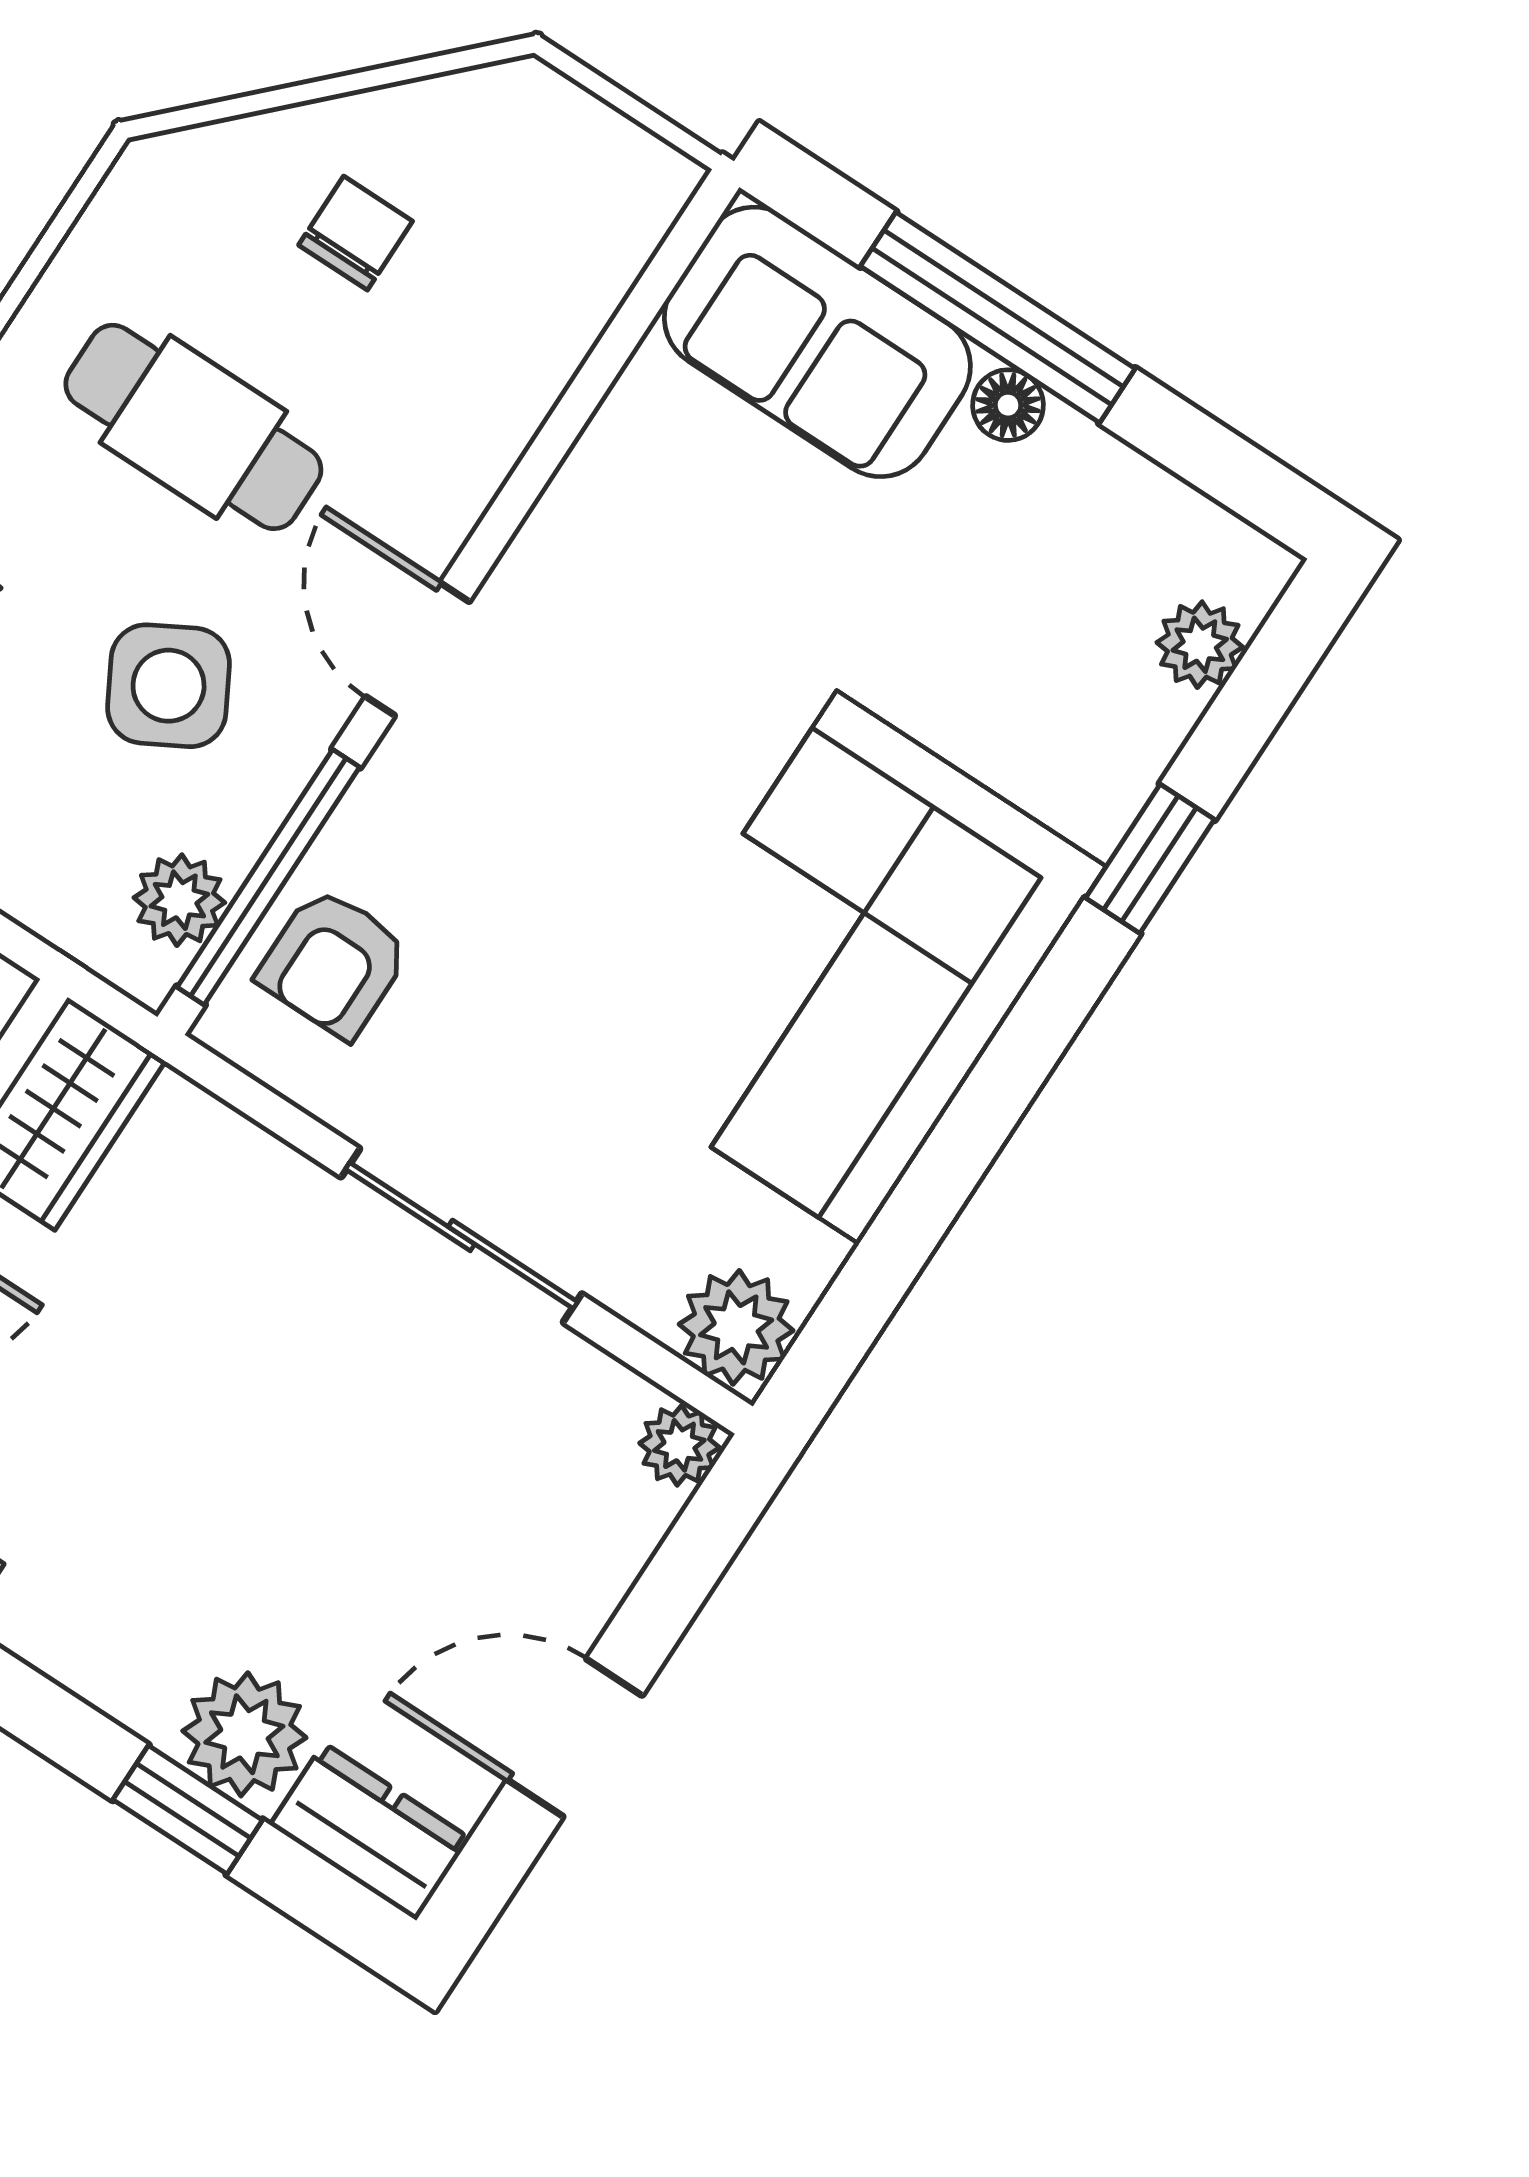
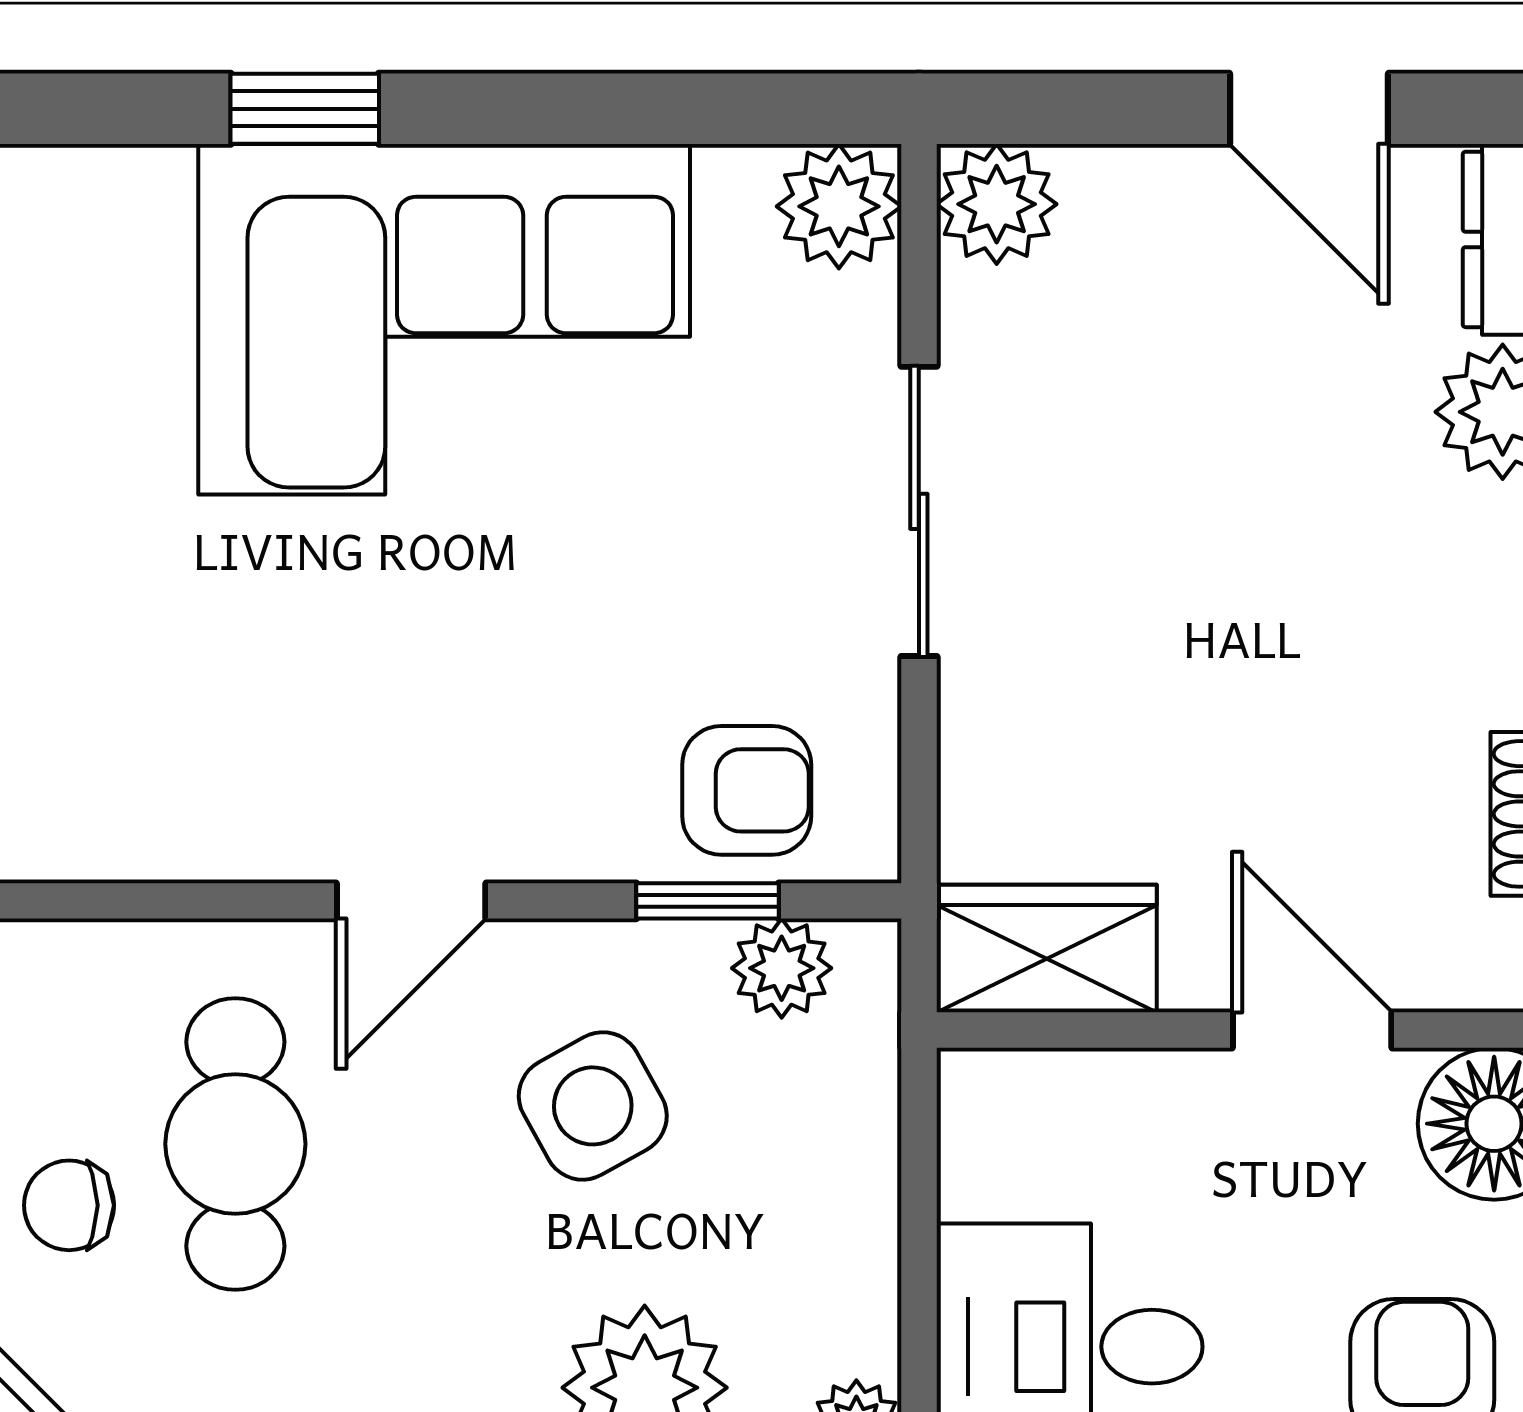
cafe table: (193, 427) -> (235, 1144), moved
window: (1150, 859) -> (305, 109), moved
window: (268, 877) -> (708, 901), width x0.46
plant: (679, 1445) -> (997, 204), width x1.38, depth x1.38

